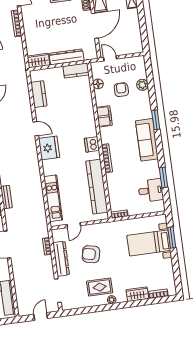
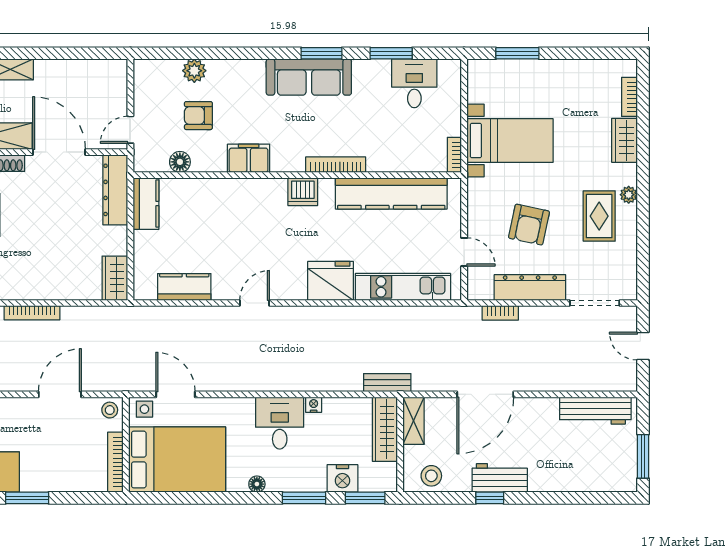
dresser: (67, 57) -> (115, 190), moved
window: (156, 120) -> (322, 53), moved
fridge: (49, 148) -> (331, 281), moved
bed with nightstands: (149, 243) -> (510, 141), moved, turned -90

